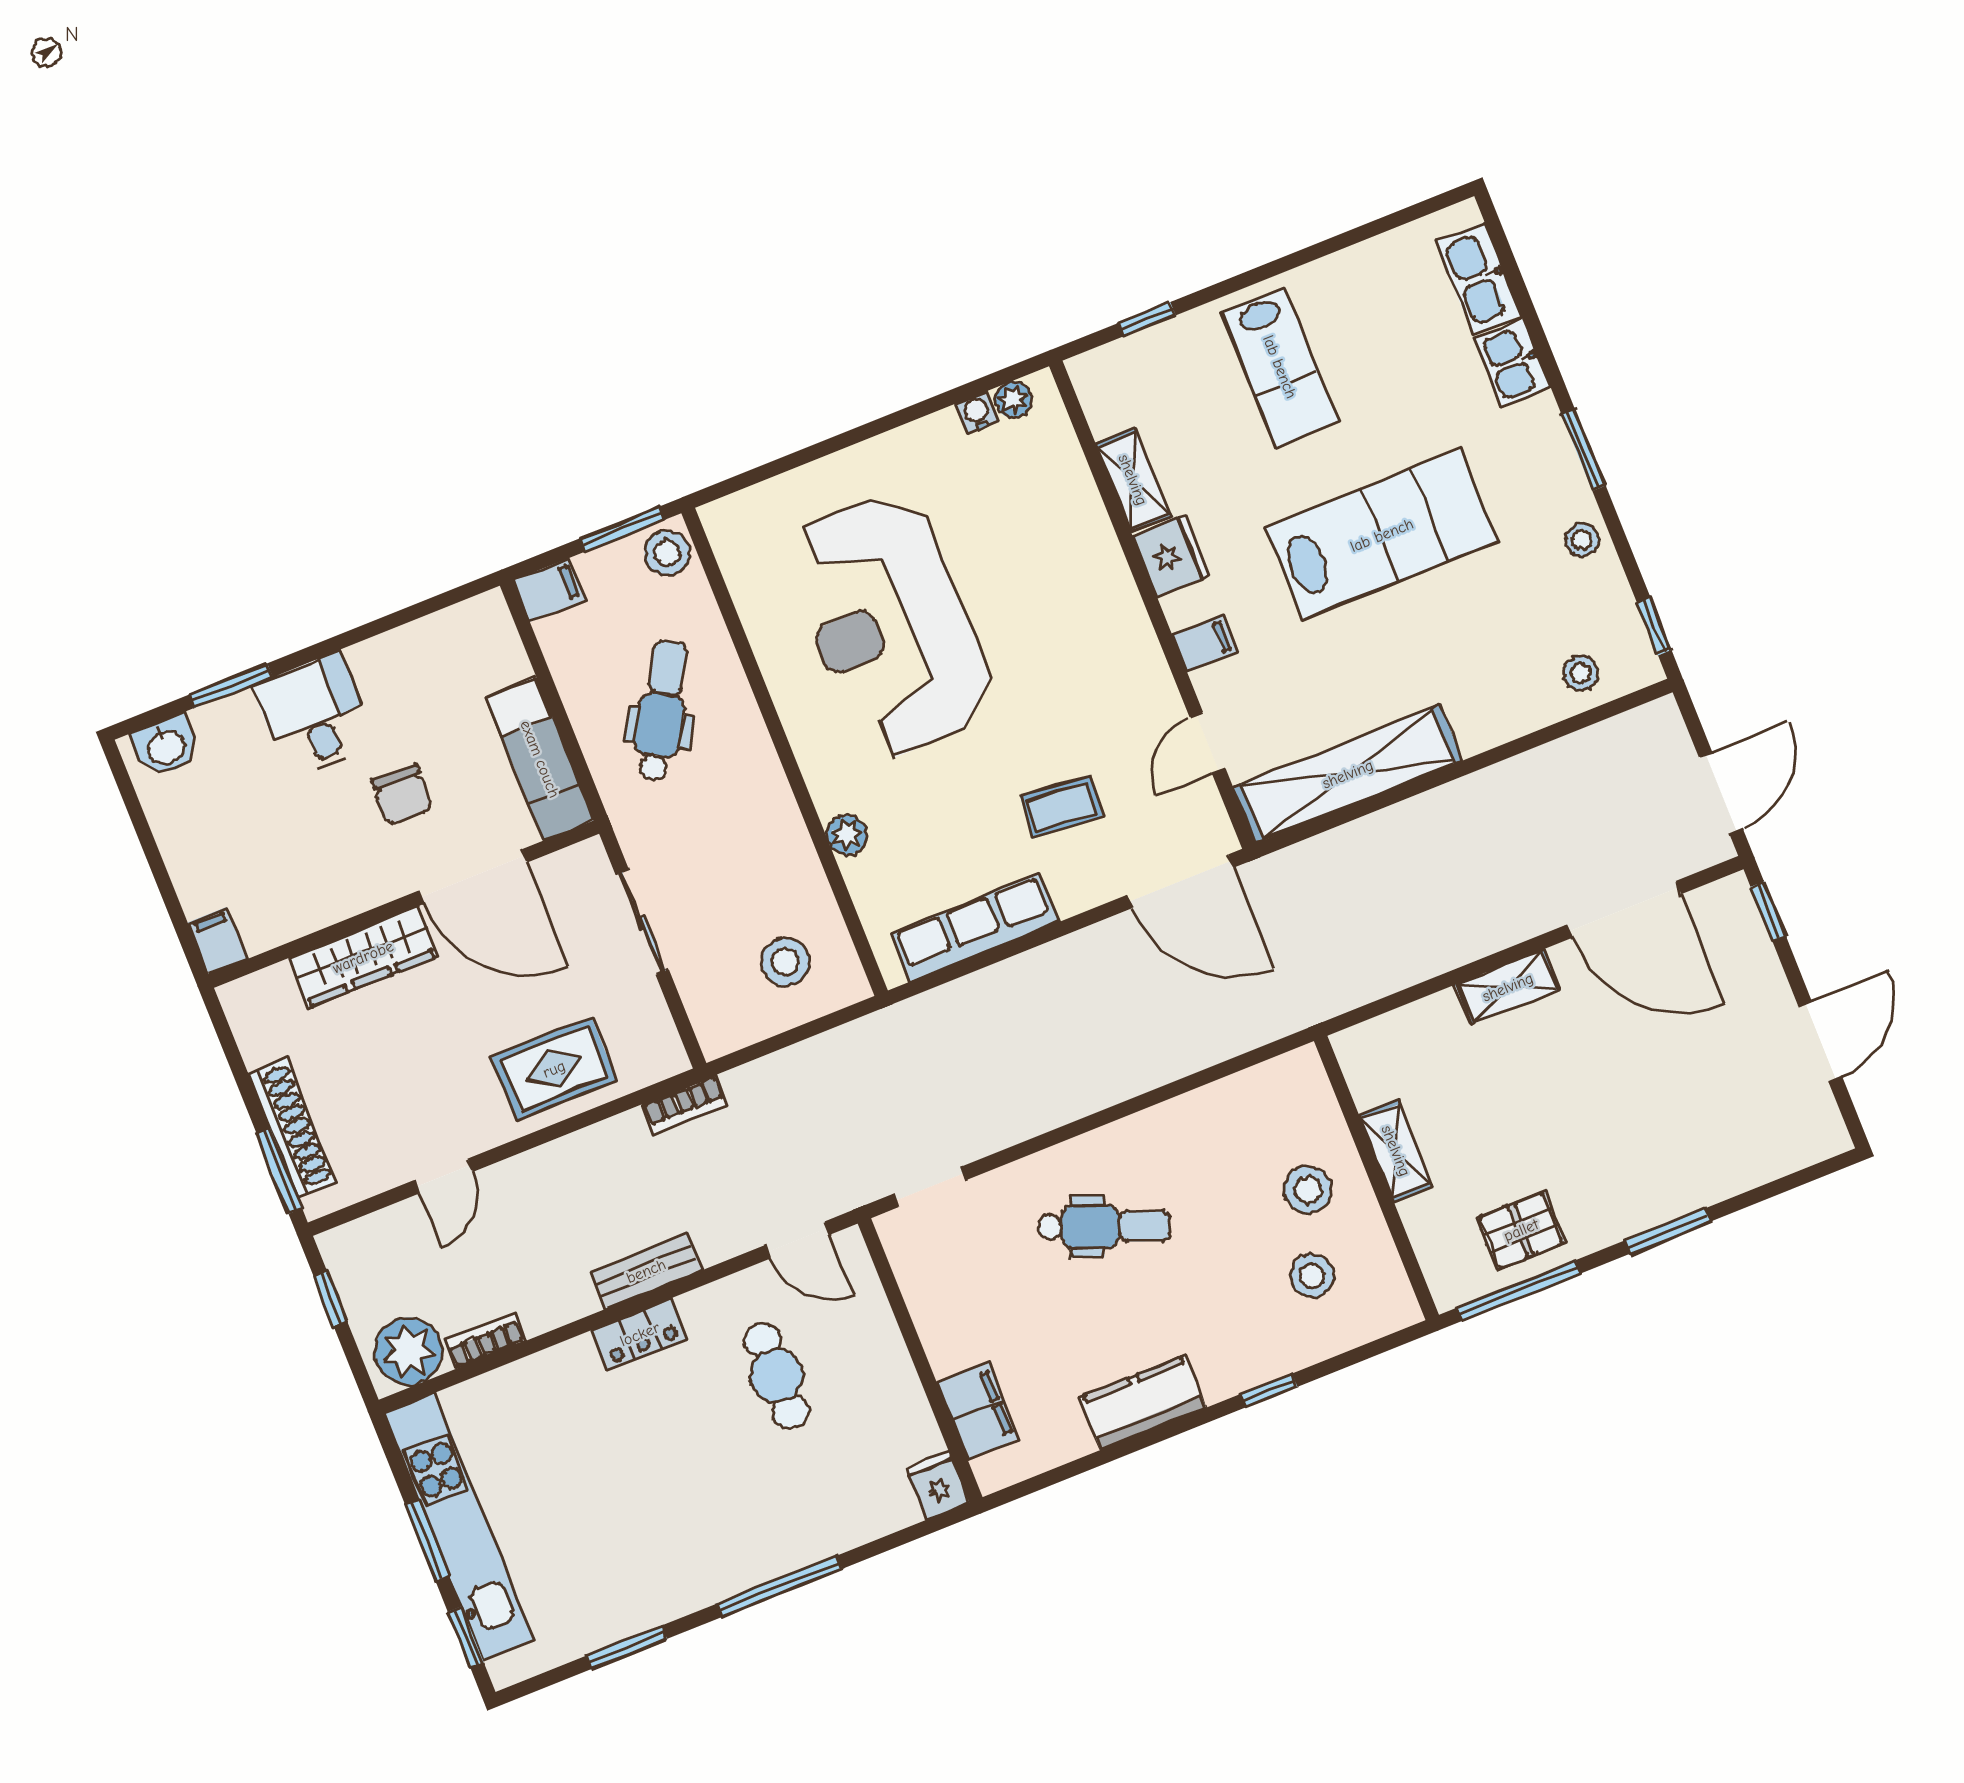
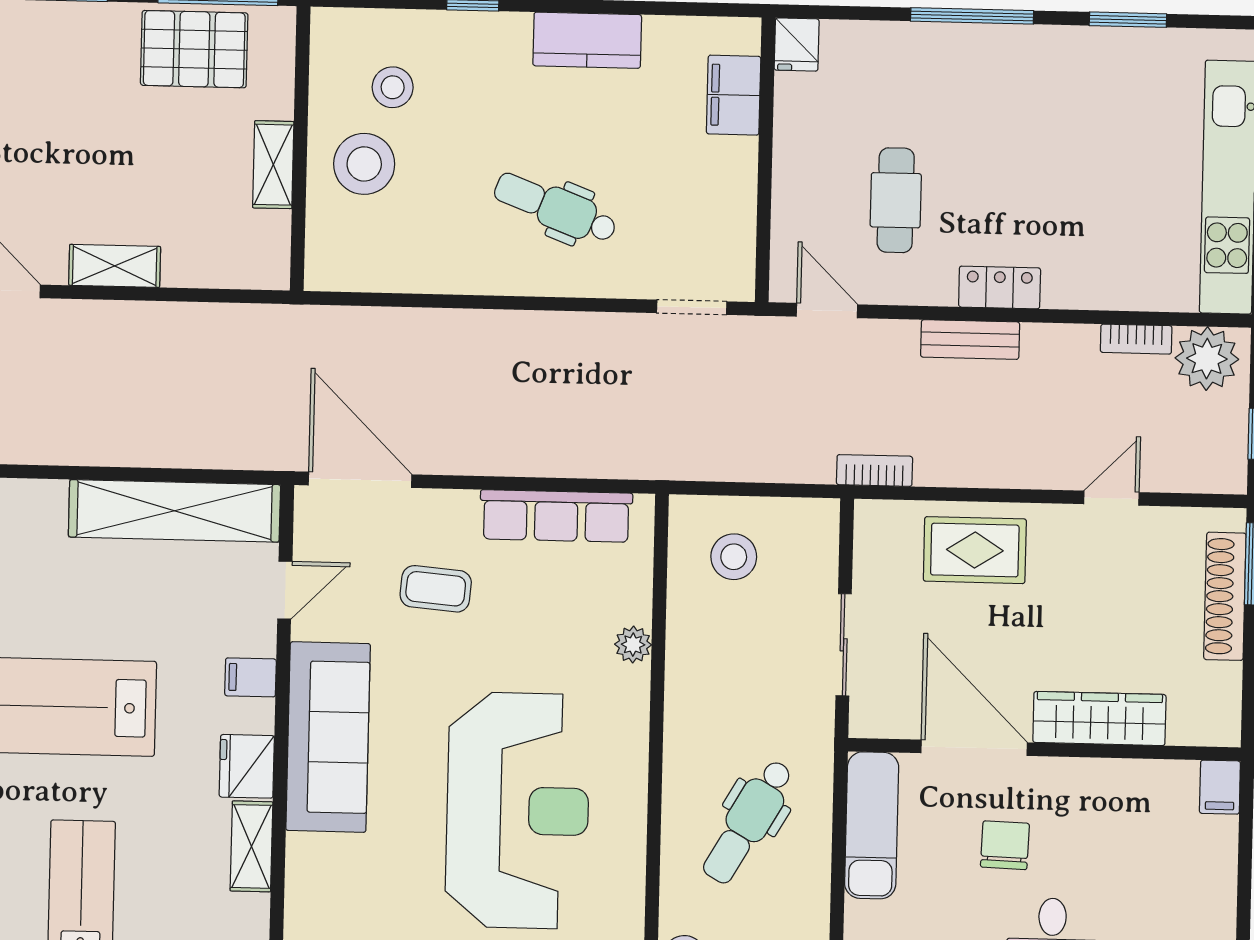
sofa: (1104, 618) -> (328, 737), added
stool: (1308, 1190) -> (364, 164), width x1.38, depth x1.38
pallet: (1521, 1230) -> (194, 49), width x1.50, depth x1.42

